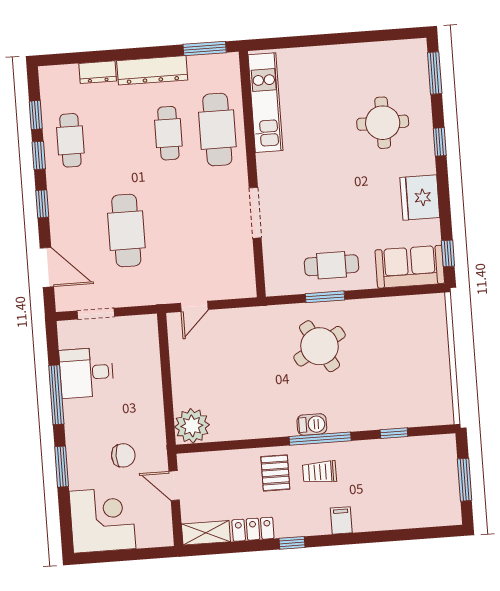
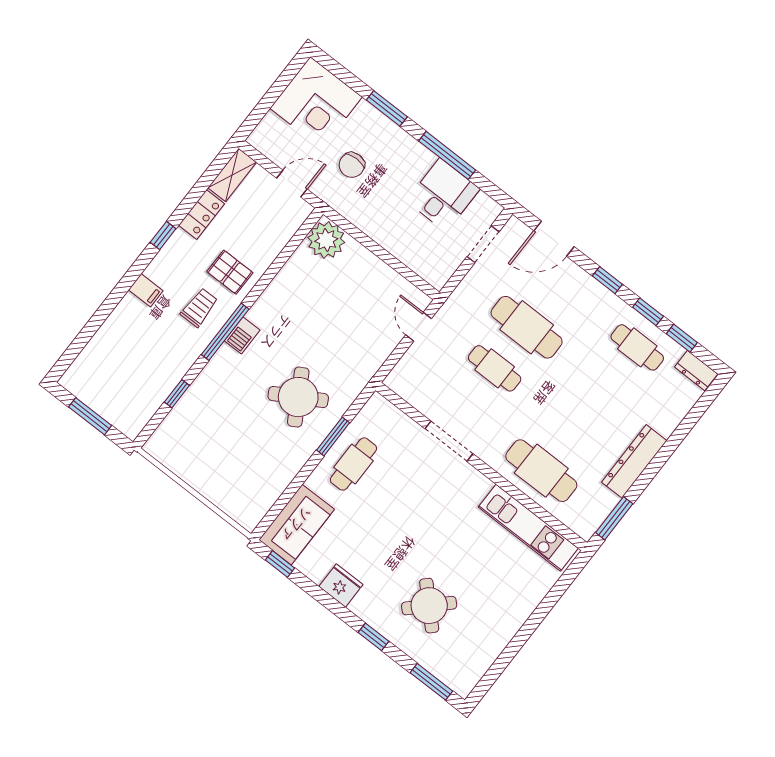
dresser: (98, 72) -> (696, 371), moved, turned -90
round table: (383, 123) -> (429, 606), turned 45
cafe table: (168, 133) -> (495, 368), moved
fridge: (420, 198) -> (341, 586), width x0.73, depth x0.75

